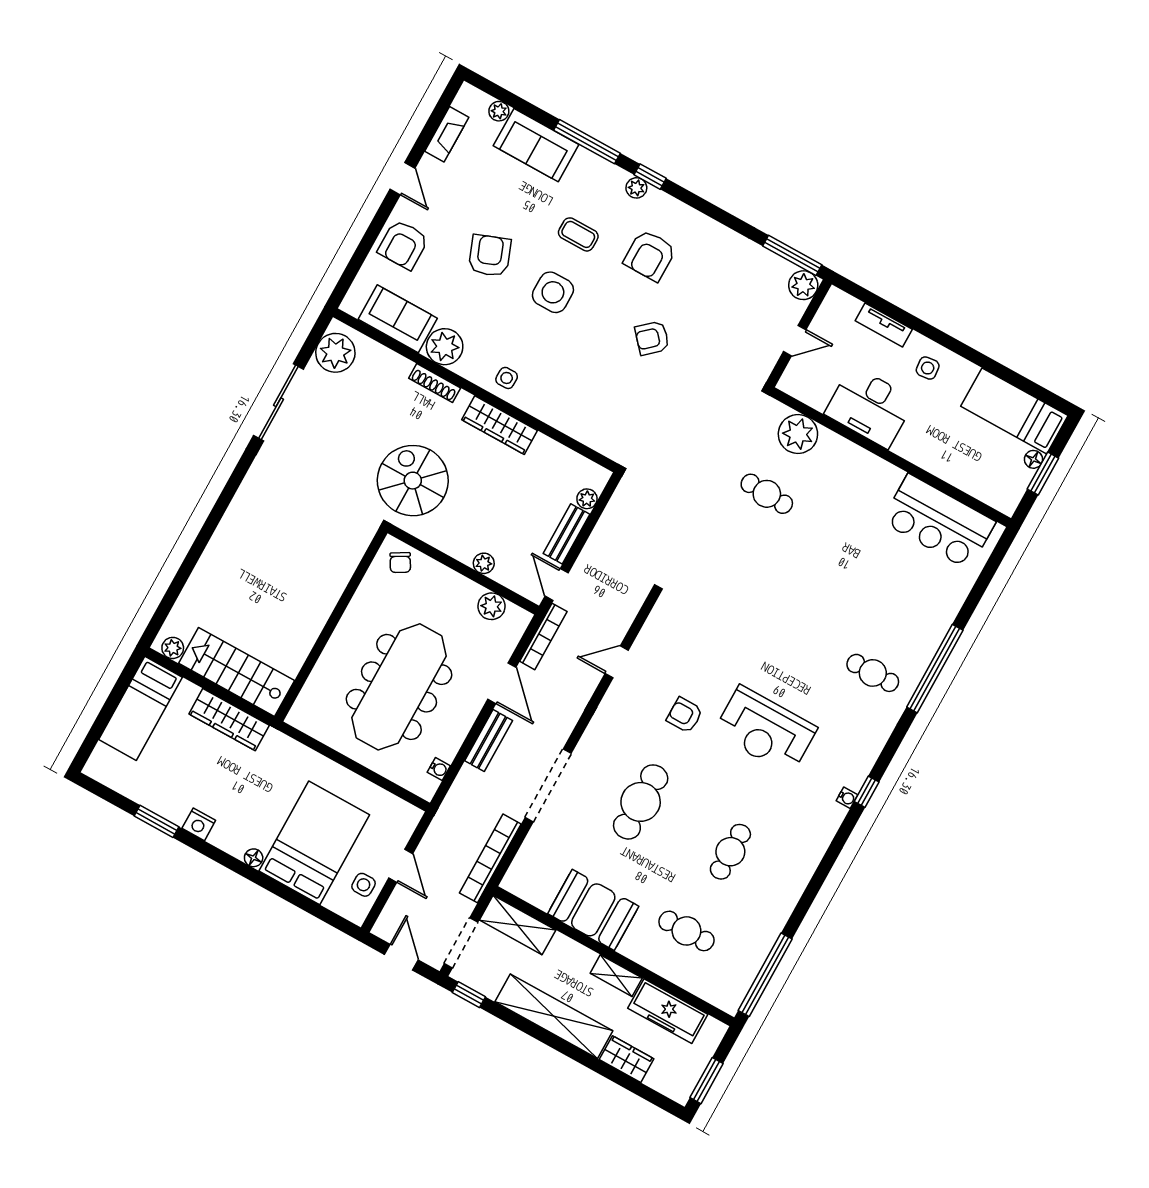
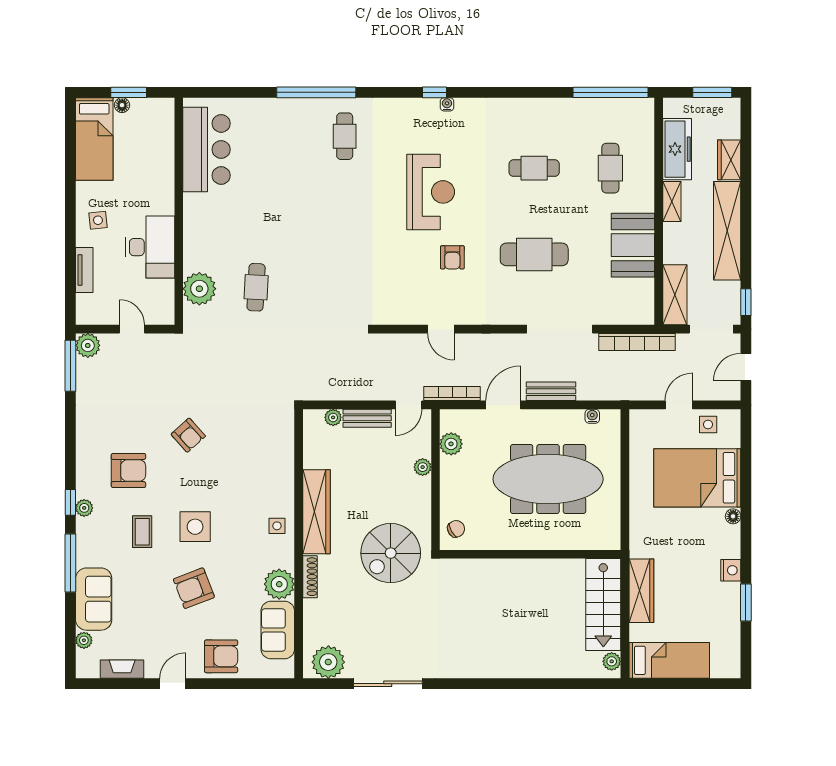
wardrobe: (500, 425) -> (317, 512), width x1.40, depth x1.17

